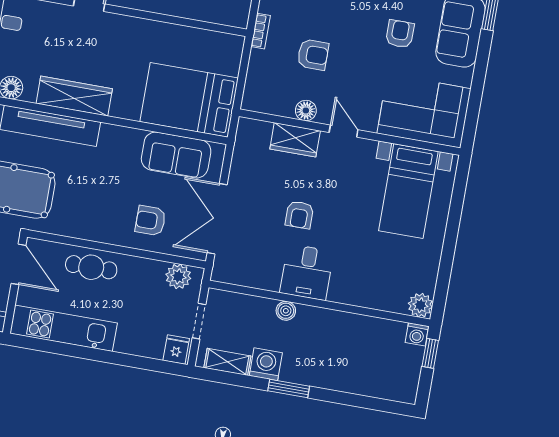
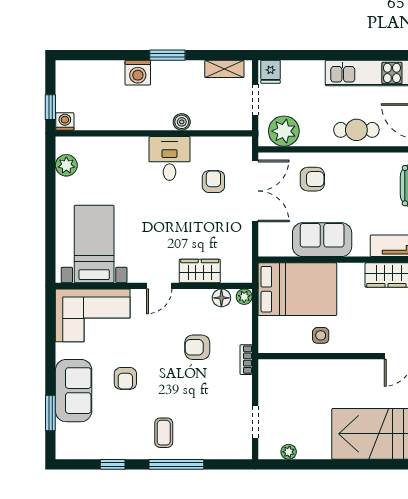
side table: (172, 43) -> (321, 335), added
plant: (250, 102) -> (244, 297), added
floor lamp: (306, 111) -> (221, 298), moved
door: (344, 131) -> (159, 286), hinge flipped
sofa: (176, 155) -> (322, 240), moved
armchair: (299, 215) -> (213, 182), moved
plant: (178, 276) -> (284, 131), width x1.36, depth x1.36
plant: (420, 305) -> (66, 165), moved
washing machine: (266, 364) -> (138, 73), moved

